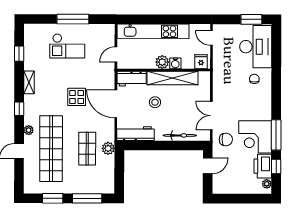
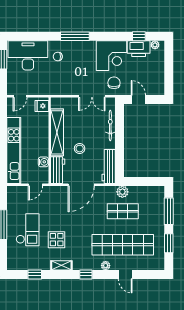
door: (116, 54) -> (35, 185), hinge flipped
plant: (162, 62) -> (42, 142), removed
water cooler: (175, 63) -> (43, 162), moved
display table: (77, 97) -> (57, 240), moved
window: (276, 135) -> (75, 36), moved

